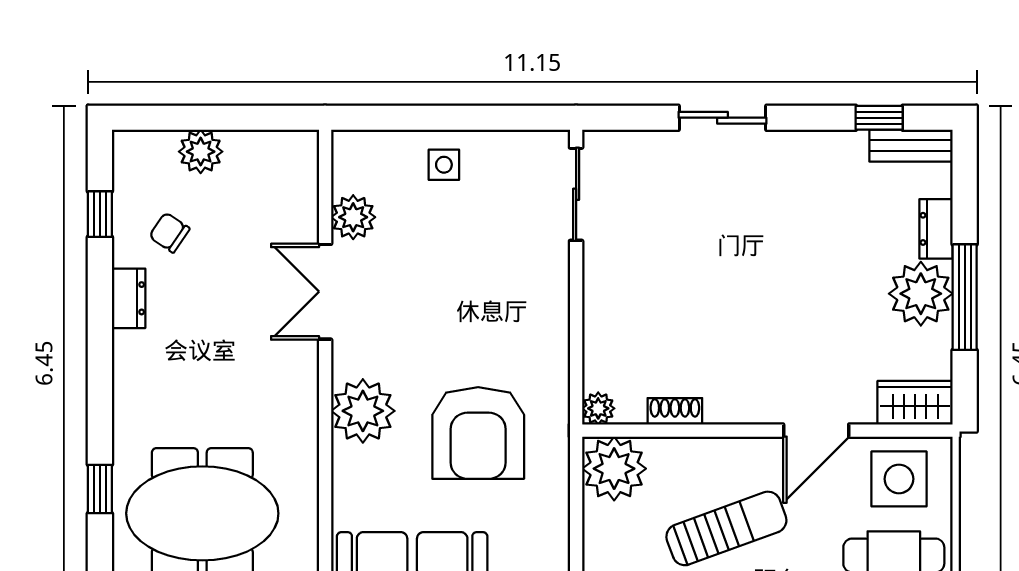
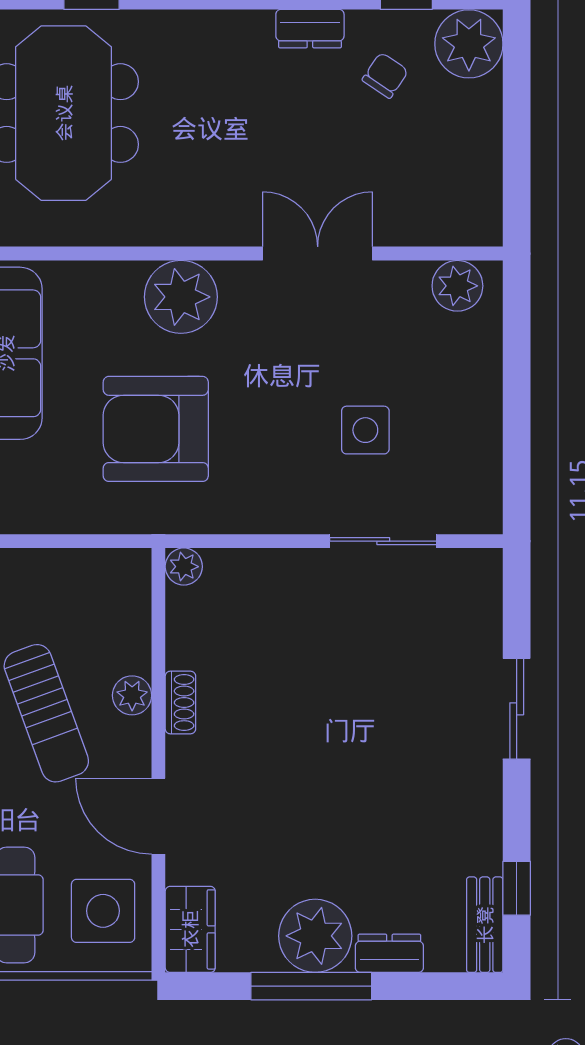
plant: (201, 152) -> (469, 44), moved, width x1.36, depth x1.36
side table: (444, 165) -> (365, 430), moved, width x1.37, depth x1.37
sliding door: (576, 194) -> (383, 541), moved
plant: (353, 217) -> (457, 286), moved
shoe rack: (675, 411) -> (180, 703), moved
plant: (614, 469) -> (132, 695), moved, width x0.53, depth x0.53

